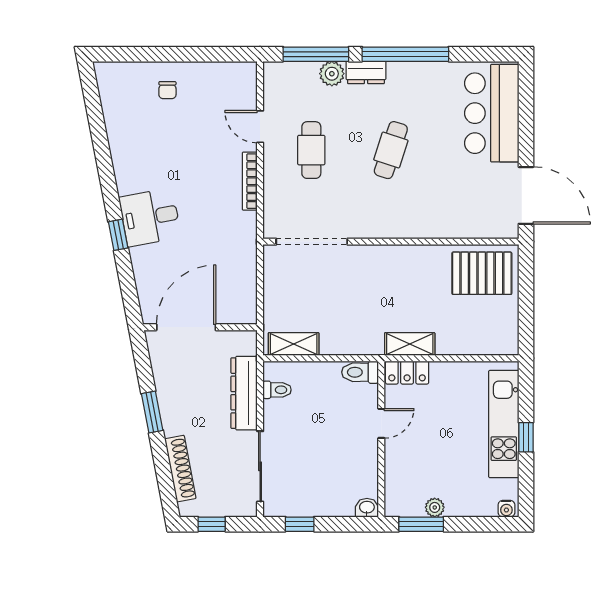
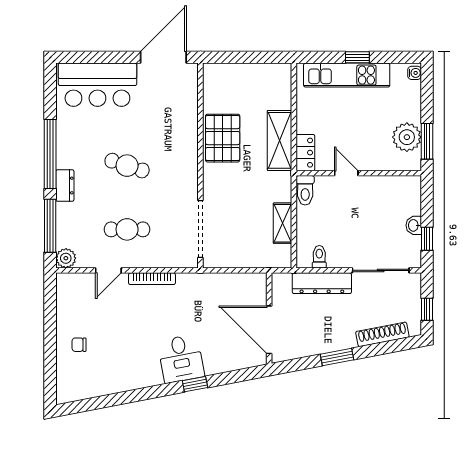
plant: (332, 74) -> (66, 258), moved
chair: (167, 90) -> (79, 345), turned 180
pallet: (482, 273) -> (223, 138), moved
shelving: (294, 344) -> (282, 223), moved
shelving: (410, 344) -> (280, 140), width x1.50, depth x1.33
plant: (435, 507) -> (407, 137), width x1.88, depth x1.88
washbasin: (367, 508) -> (414, 225), moved

